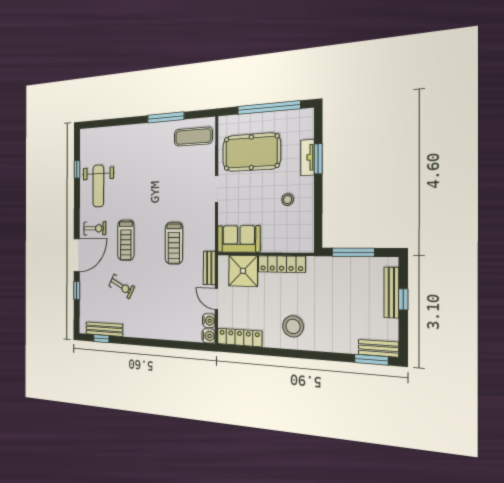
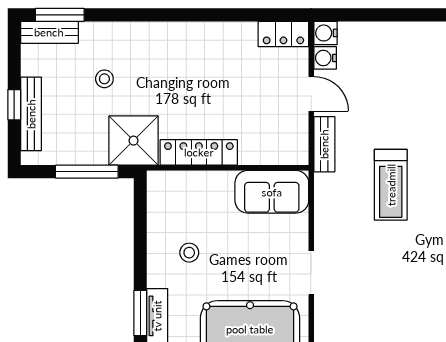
treadmill: (174, 243) -> (391, 185), turned 180
shower: (243, 271) -> (134, 141), moved
stool: (293, 326) -> (104, 79), moved, width x0.53, depth x0.53
locker: (239, 337) -> (283, 34), width x0.66

